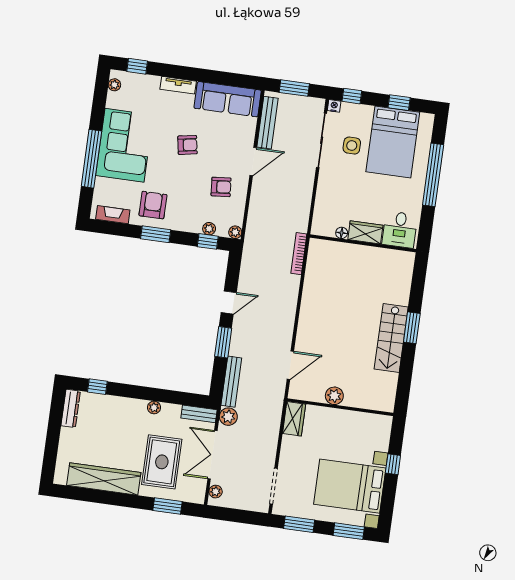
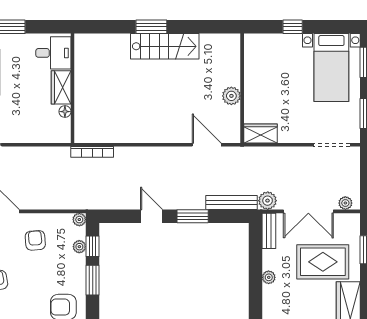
window: (156, 234) -> (93, 280), moved
bed with nightstands: (350, 486) -> (331, 68), width x0.73

